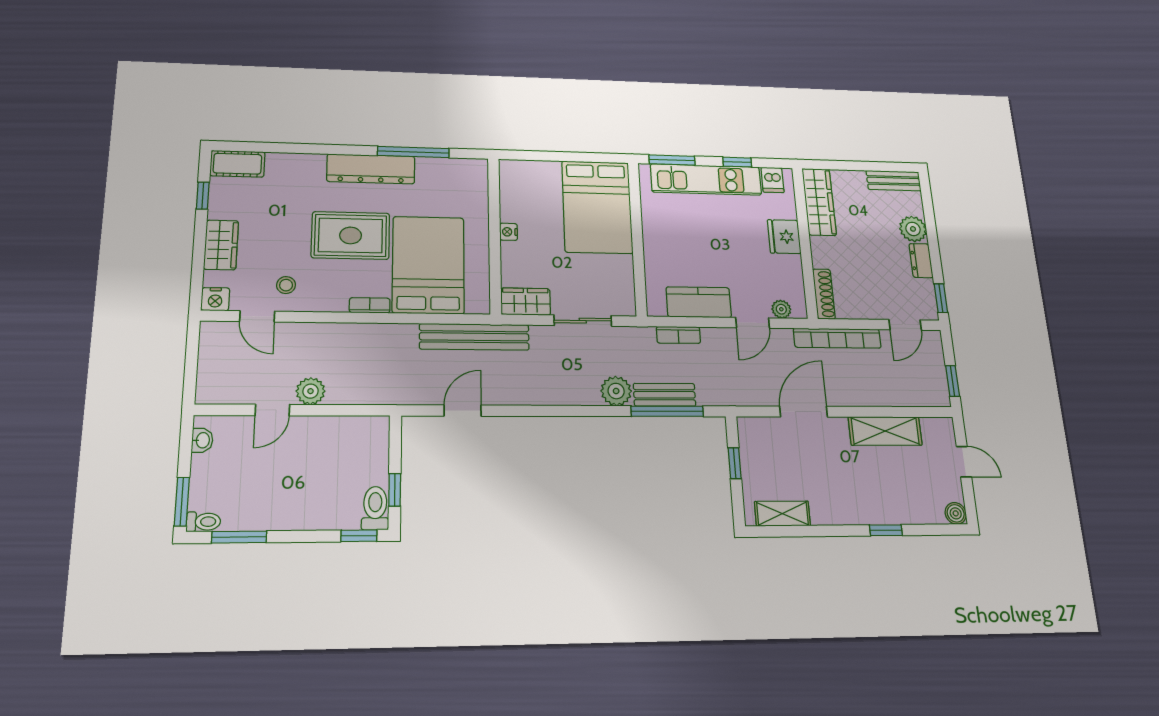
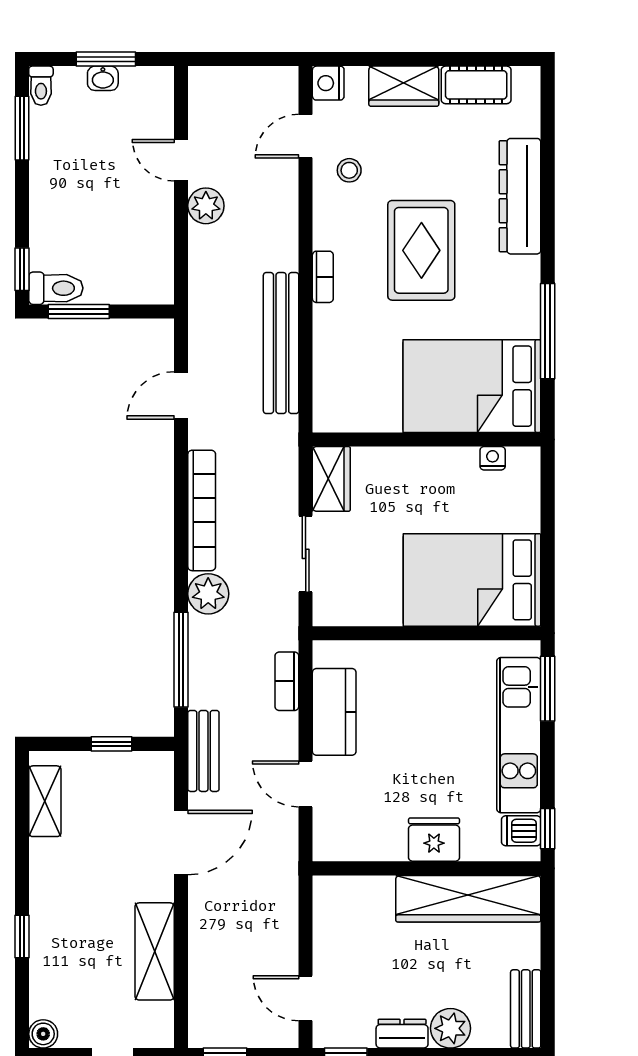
window: (737, 162) -> (548, 829), moved
cot: (237, 164) -> (476, 85), moved, turned 90
dresser: (371, 169) -> (520, 196), moved
window: (203, 196) -> (474, 59), removed
wardrobe: (819, 202) -> (468, 899), width x1.40, depth x1.17
nightstand: (509, 232) -> (493, 458), moved
bed: (428, 265) -> (472, 386), moved, turned 180
shoe rack: (824, 294) -> (349, 888), removed
plant: (781, 309) -> (326, 826), removed
bench: (474, 337) -> (281, 343), moved
bookcase: (837, 338) -> (202, 510), moved, turned 180
bench: (665, 395) -> (203, 751), moved
door: (463, 411) -> (181, 395), swing flipped
door: (804, 412) -> (181, 843), hinge flipped
washbasin: (202, 440) -> (103, 78), moved
window: (395, 490) -> (79, 312), width x1.50
window: (182, 502) -> (106, 59), moved

